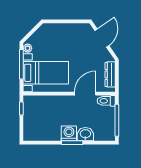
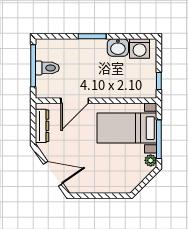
door: (102, 38) -> (53, 174), swing flipped
toilet: (106, 101) -> (47, 68), moved
washing machine: (69, 133) -> (140, 48), moved
washbasin: (85, 134) -> (118, 47), moved

